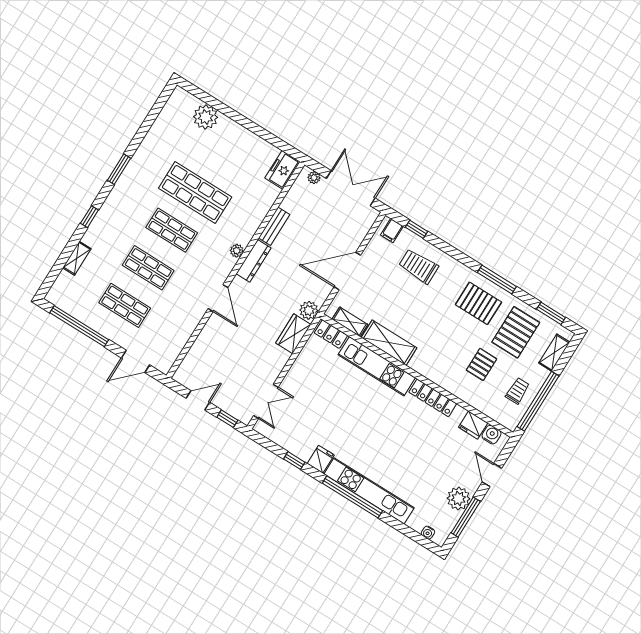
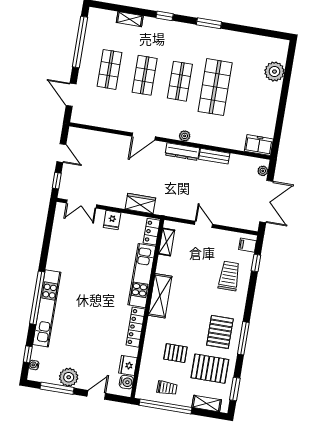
door: (347, 271) -> (204, 224), width x0.53
plant: (309, 310) -> (163, 208), removed
shelving: (389, 343) -> (160, 296), moved
fridge: (321, 459) -> (112, 220), moved, turned 90
window: (294, 461) -> (28, 354), moved

